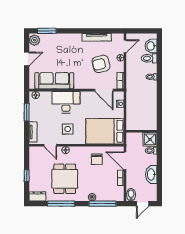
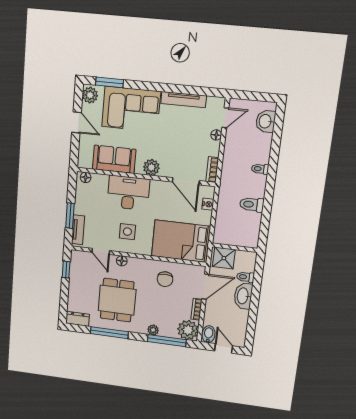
corner sofa: (63, 47) -> (131, 109), added
toilet: (149, 58) -> (252, 205), moved
door: (27, 59) -> (76, 122), hinge flipped
armchair: (101, 64) -> (186, 141), removed
sofa: (54, 81) -> (114, 159), width x0.73
plant: (80, 83) -> (151, 167), added
window: (27, 112) -> (70, 216), moved
shower: (150, 139) -> (224, 258), moved
door: (125, 161) -> (205, 287), swing flipped
washbasin: (151, 174) -> (243, 296), moved
window: (27, 176) -> (66, 269), moved
plant: (116, 194) -> (188, 330), added
door: (143, 204) -> (224, 348), swing flipped

